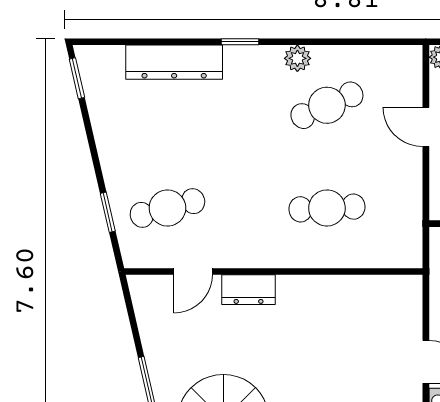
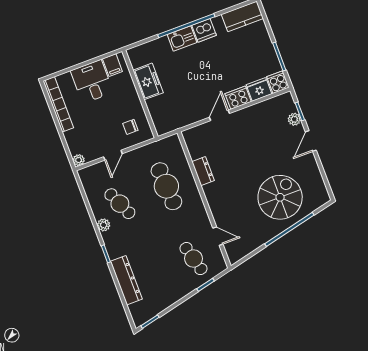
cafe table: (327, 208) -> (166, 186), width x1.37, depth x1.35
dresser: (249, 290) -> (203, 171), moved

